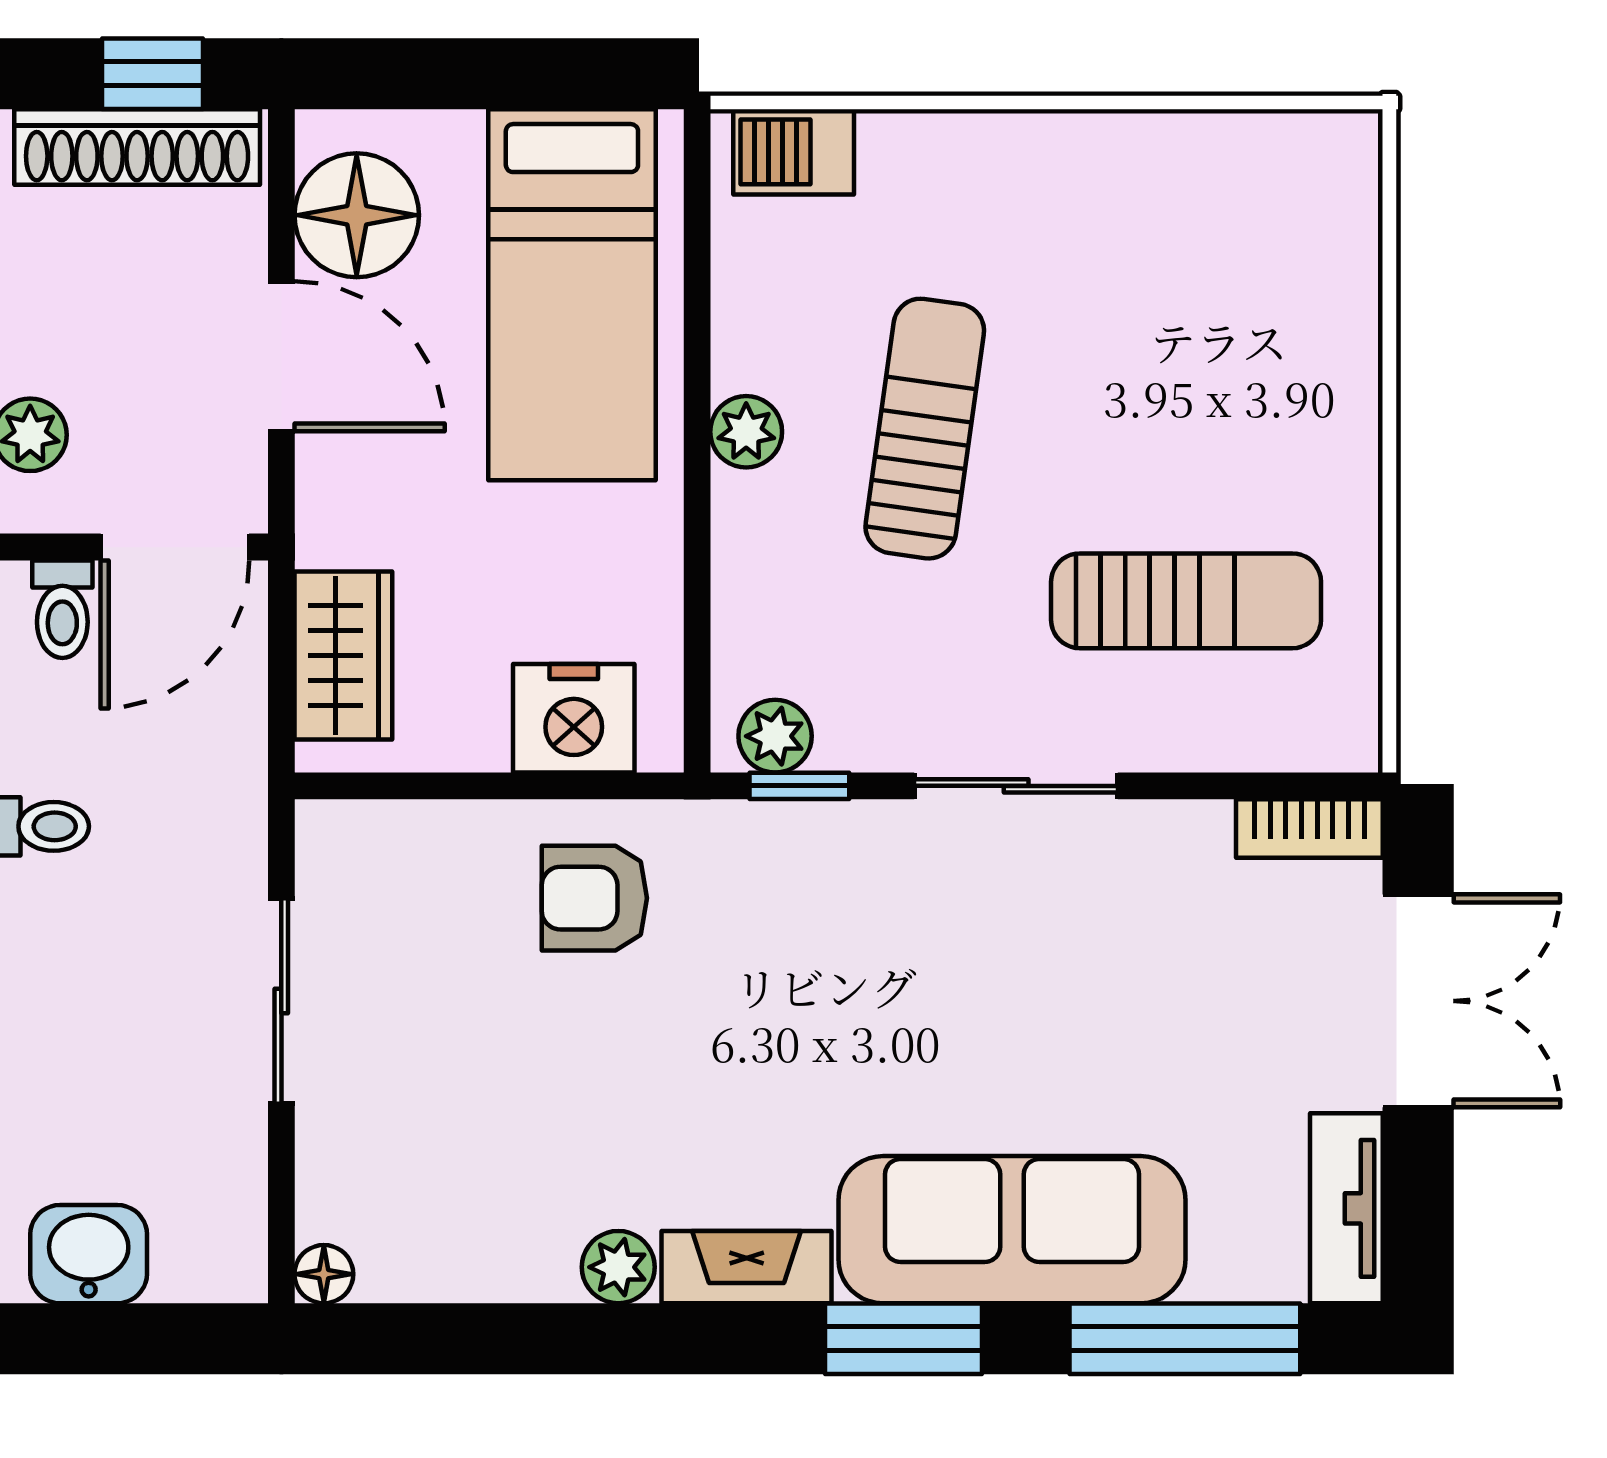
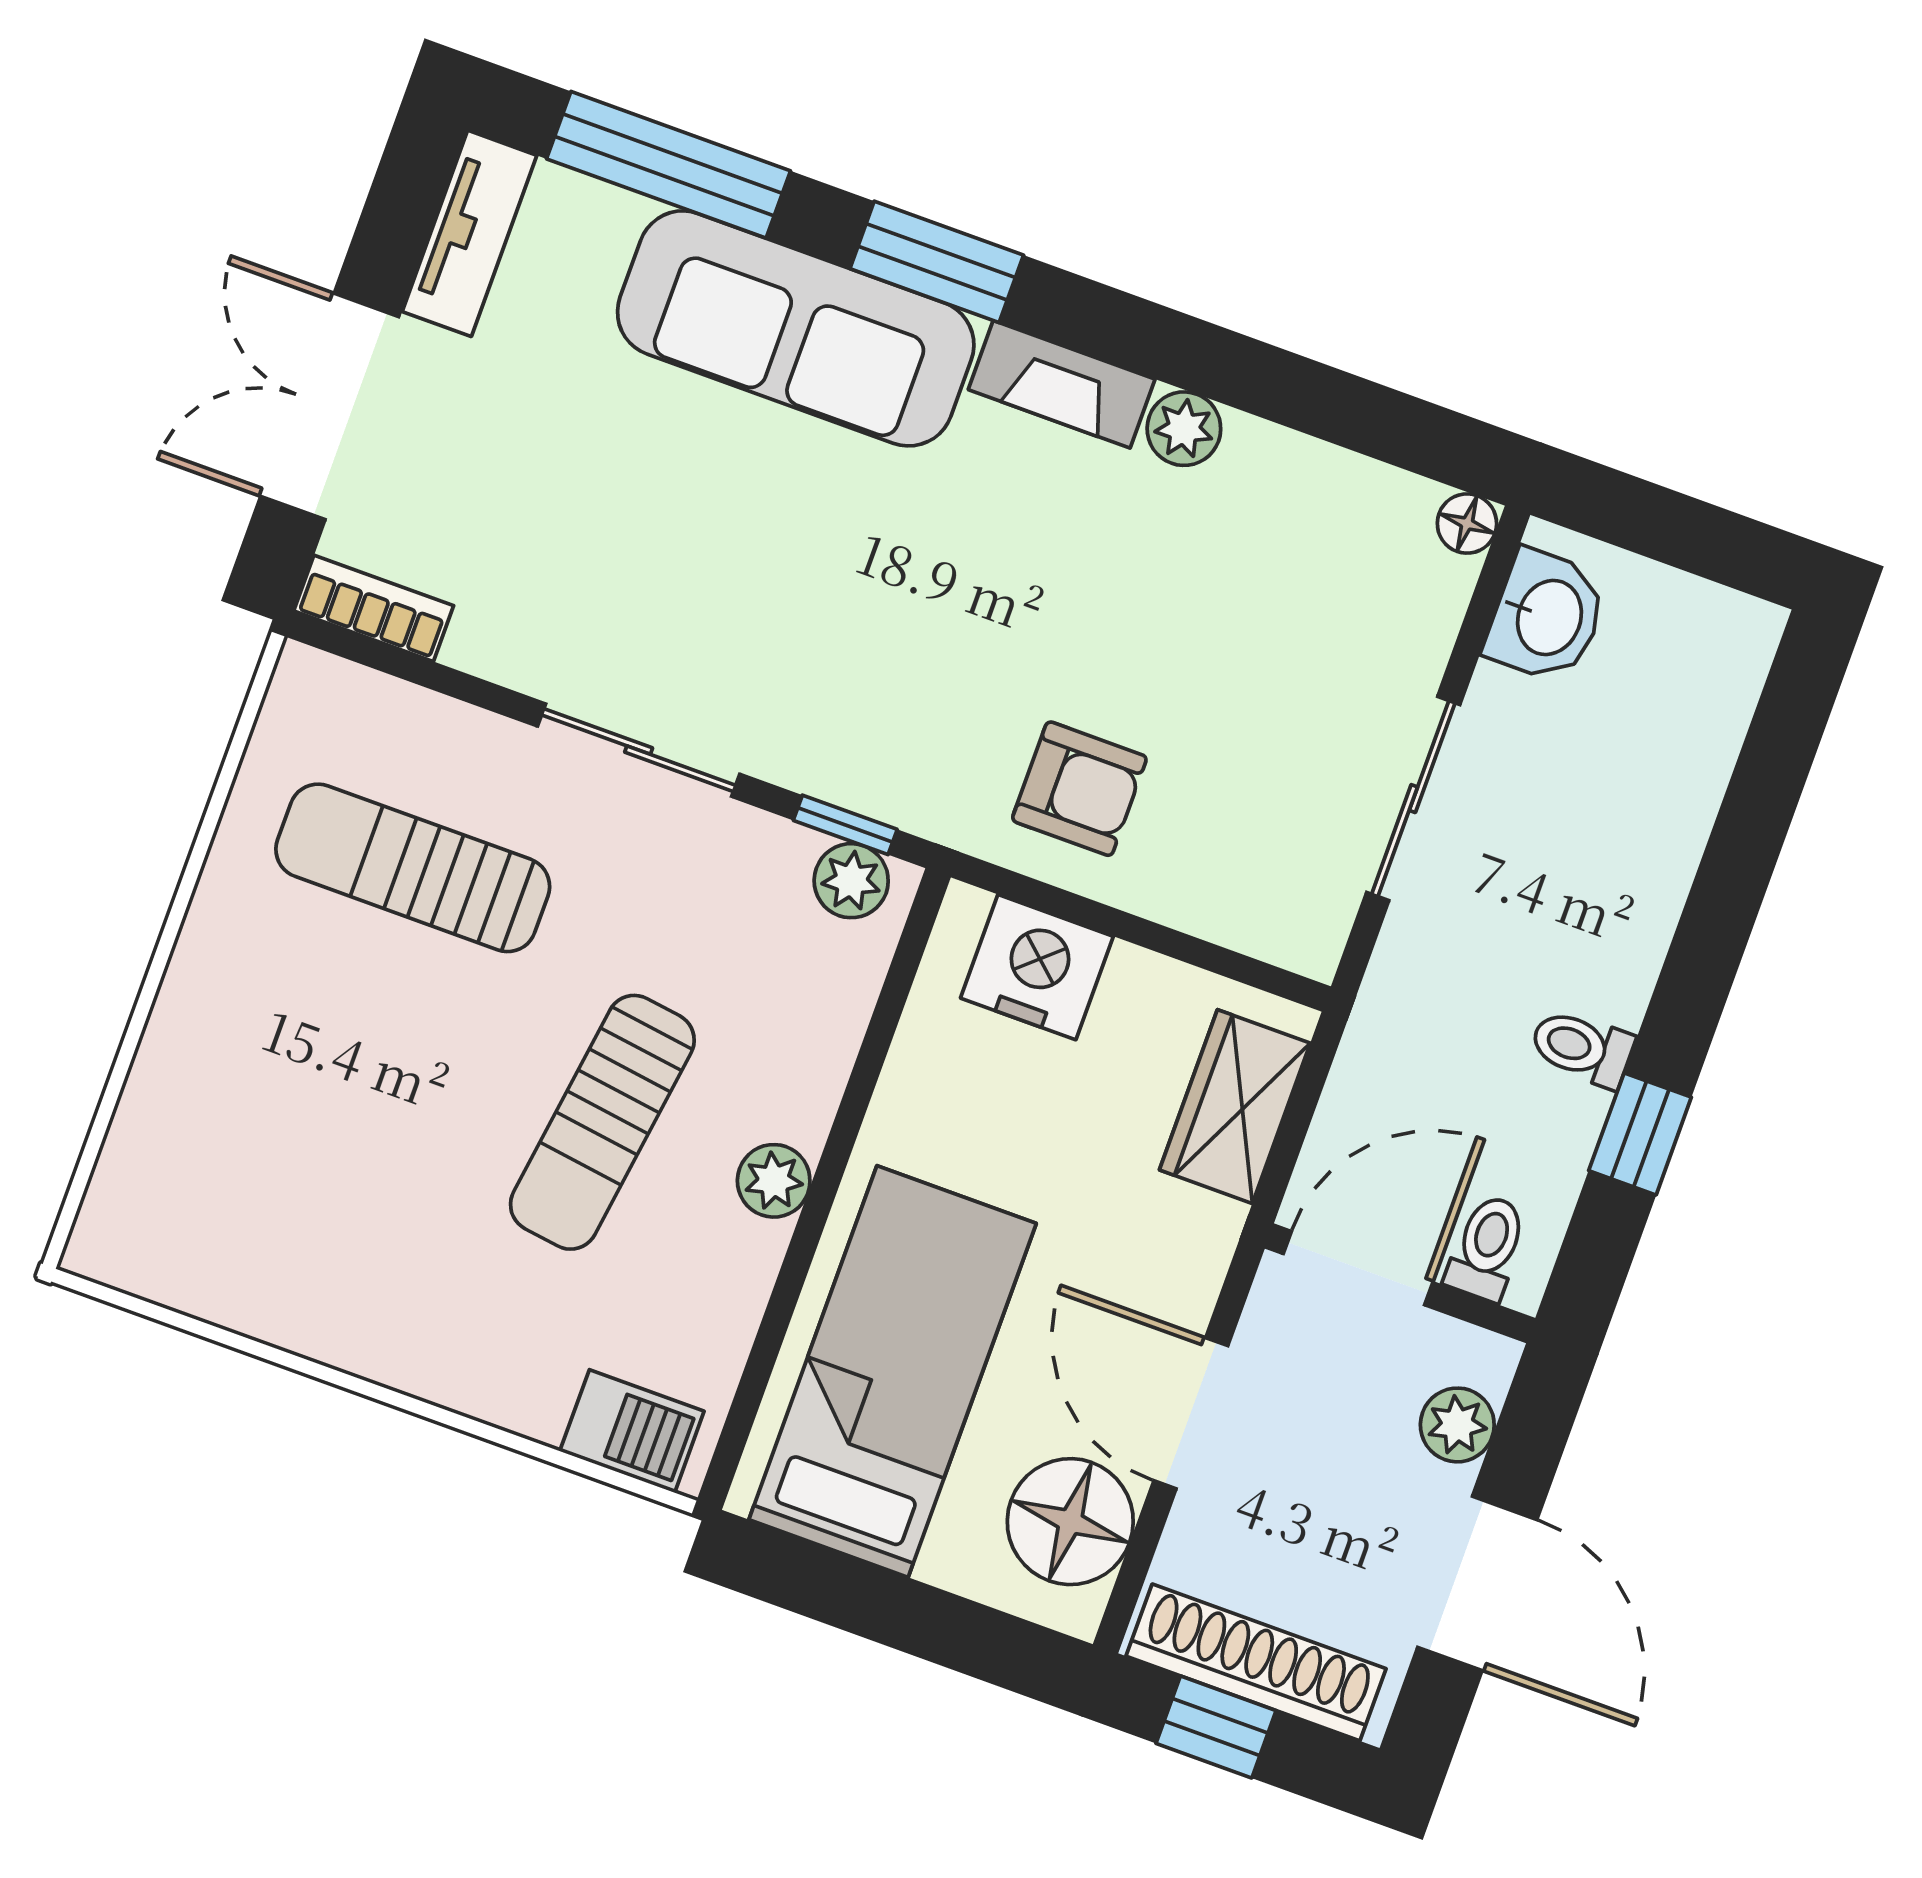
washbasin: (89, 1254) -> (1547, 616), moved, turned -90

